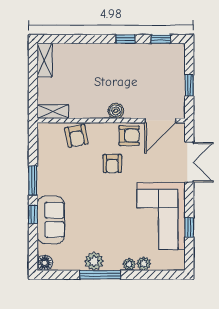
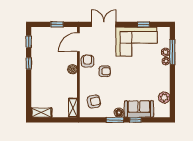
door: (160, 121) -> (78, 42), swing flipped
armchair: (76, 136) -> (94, 102), moved
plant: (94, 261) -> (164, 98), moved
floor lamp: (45, 263) -> (119, 113), moved
window: (100, 275) -> (172, 52), moved

